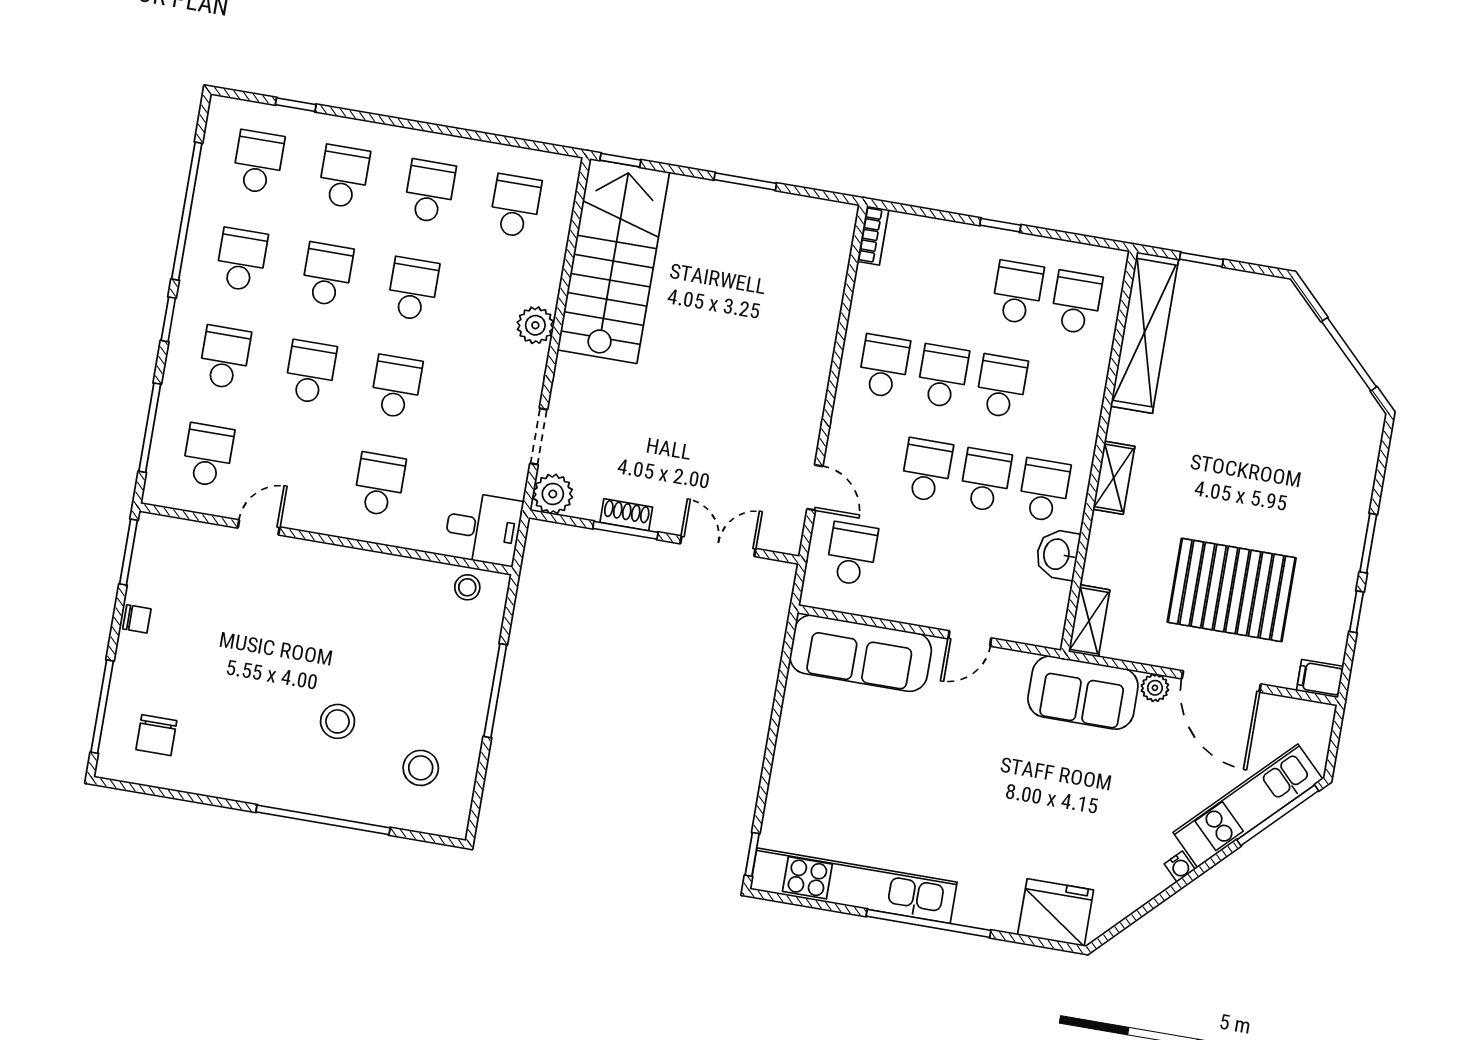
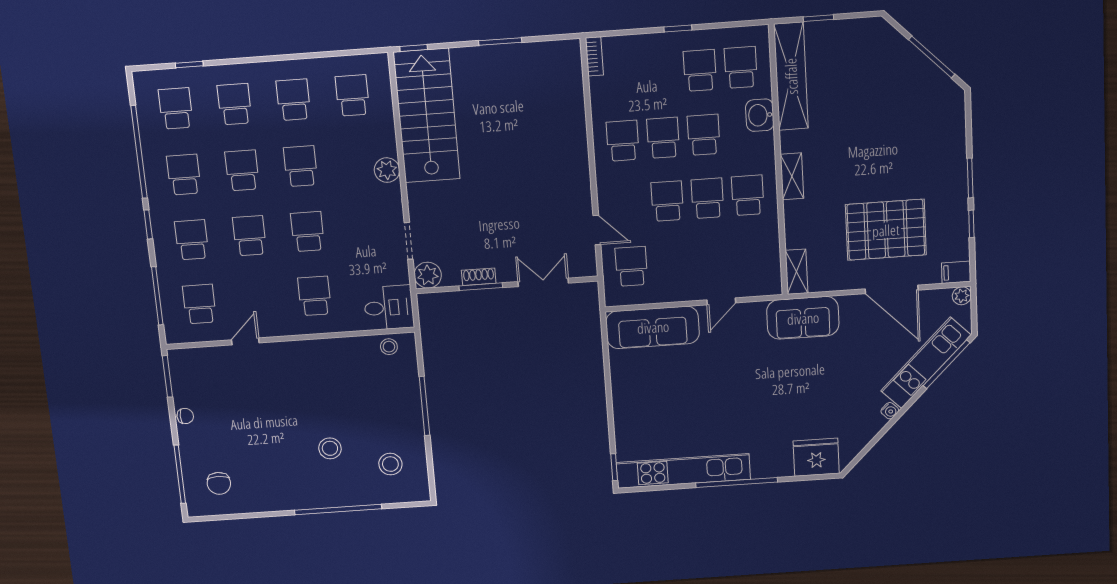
washbasin: (1058, 554) -> (760, 115), moved
plant: (1155, 688) -> (962, 296), moved

